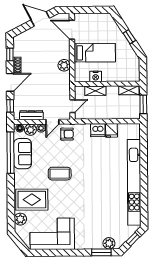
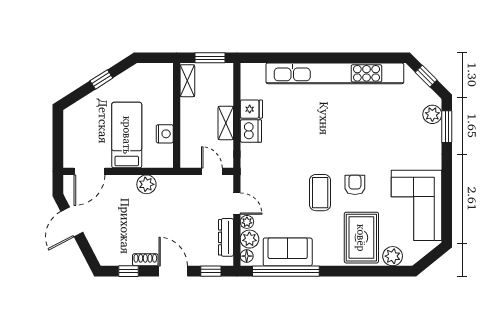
shelving: (95, 91) -> (226, 123), moved
armchair: (67, 134) -> (355, 185), moved

